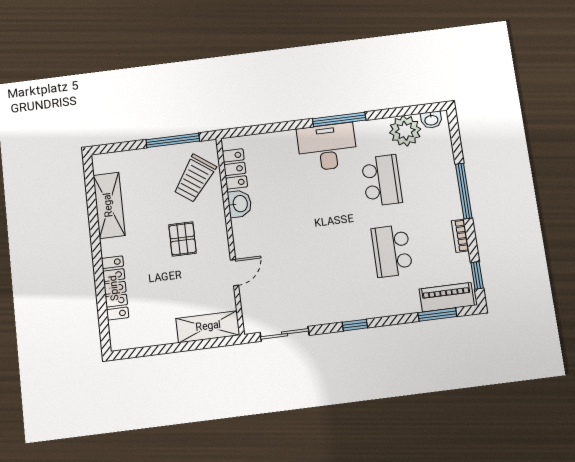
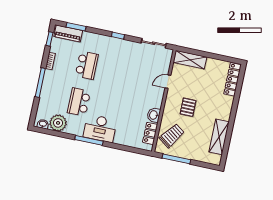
locker: (115, 288) -> (233, 79), moved

